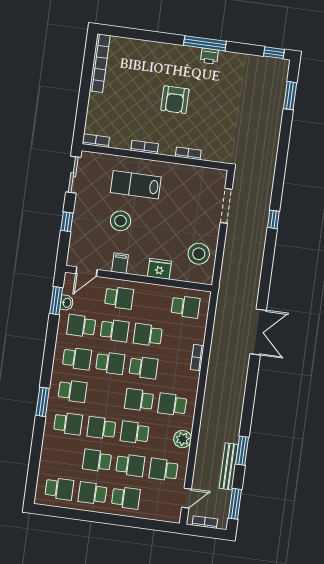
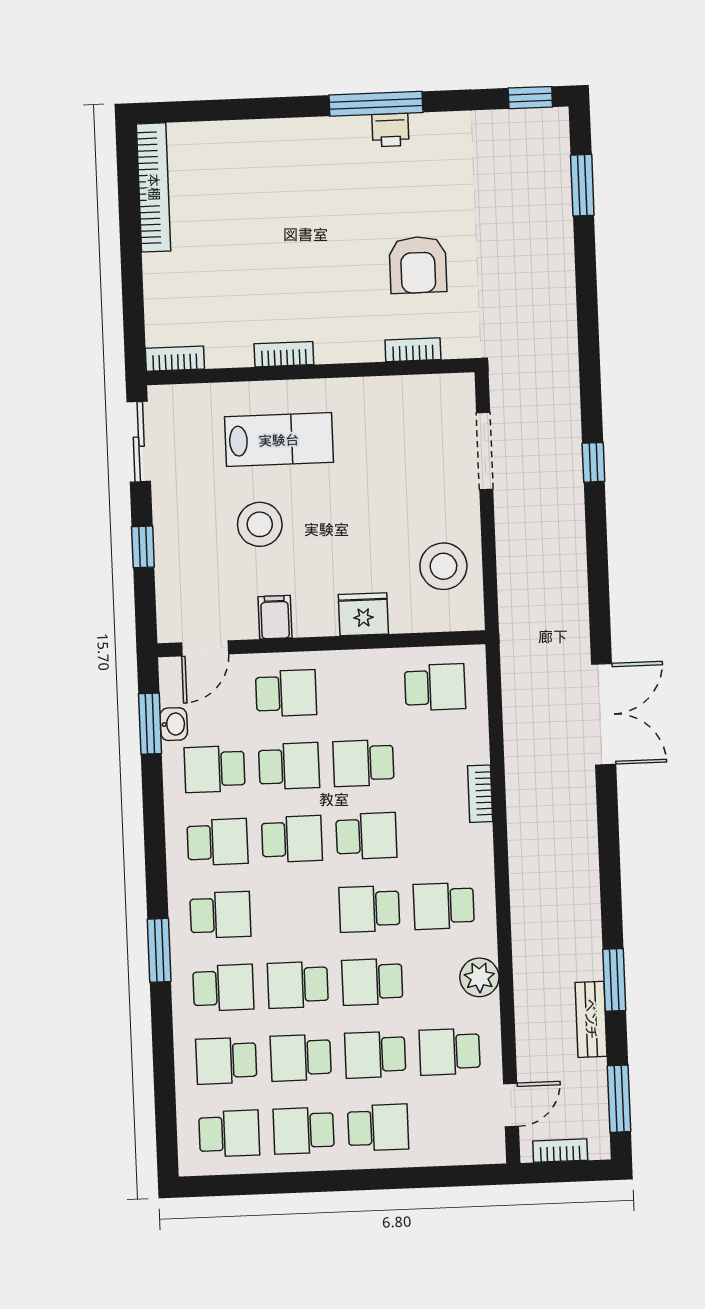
armchair: (175, 100) -> (418, 265), moved
bookcase: (188, 153) -> (413, 350), moved
lab bench: (136, 185) -> (279, 440), turned 180
school desk: (64, 456) -> (226, 1061), added
school desk: (130, 465) -> (375, 1055), turned 180
bench: (229, 466) -> (591, 1019), width x0.73

